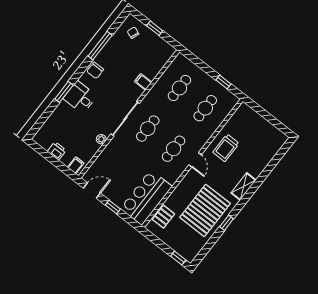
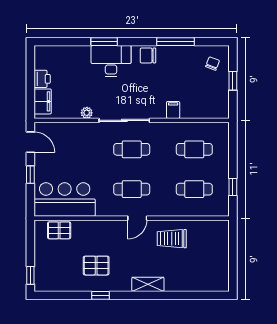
desk: (80, 97) -> (111, 61), width x1.37
filing cabinet: (76, 165) -> (43, 101), width x2.00
pallet: (205, 210) -> (96, 266), width x0.49, depth x0.50

